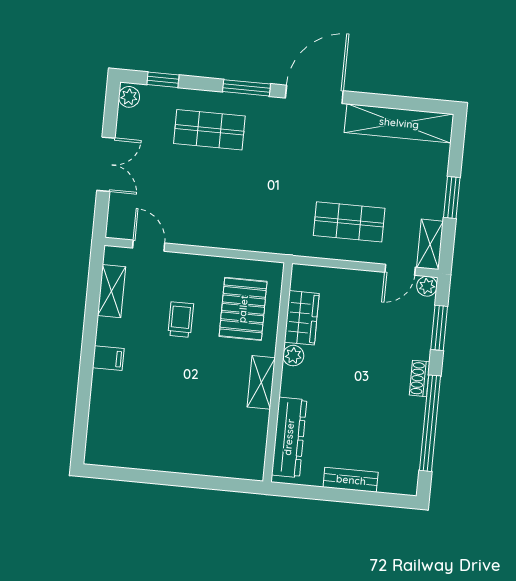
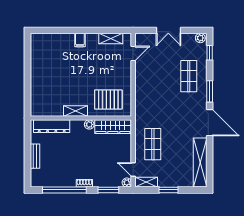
wardrobe: (302, 318) -> (113, 127), width x1.50
trolley: (181, 320) -> (101, 71), removed

